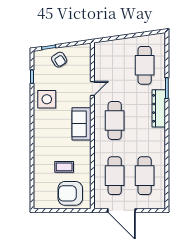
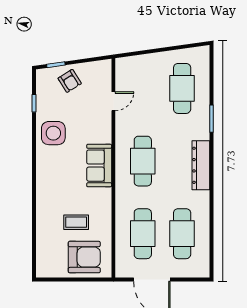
door: (92, 89) -> (113, 101), moved
dresser: (159, 108) -> (201, 165), moved
armchair: (70, 193) -> (84, 257), turned 180

